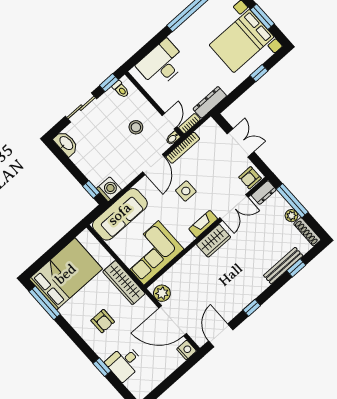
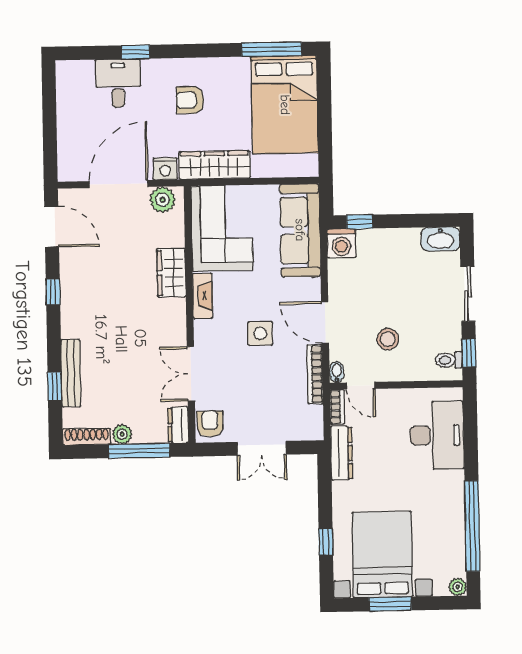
fireplace: (203, 224) -> (202, 296), moved
wardrobe: (214, 241) -> (171, 273), moved
nightstand: (186, 350) -> (165, 169), moved

